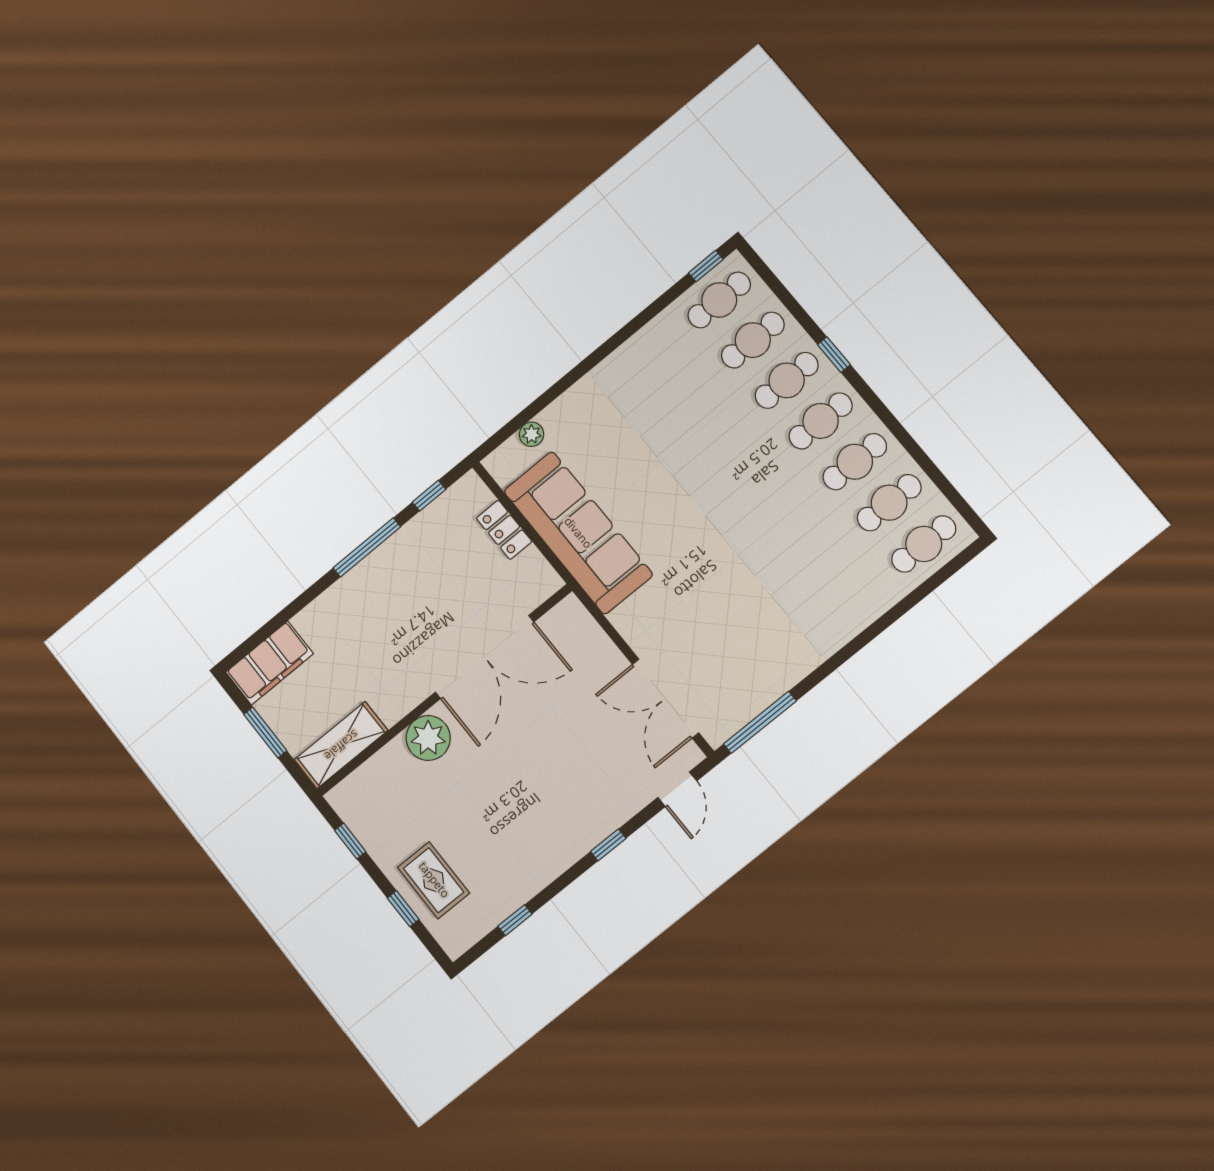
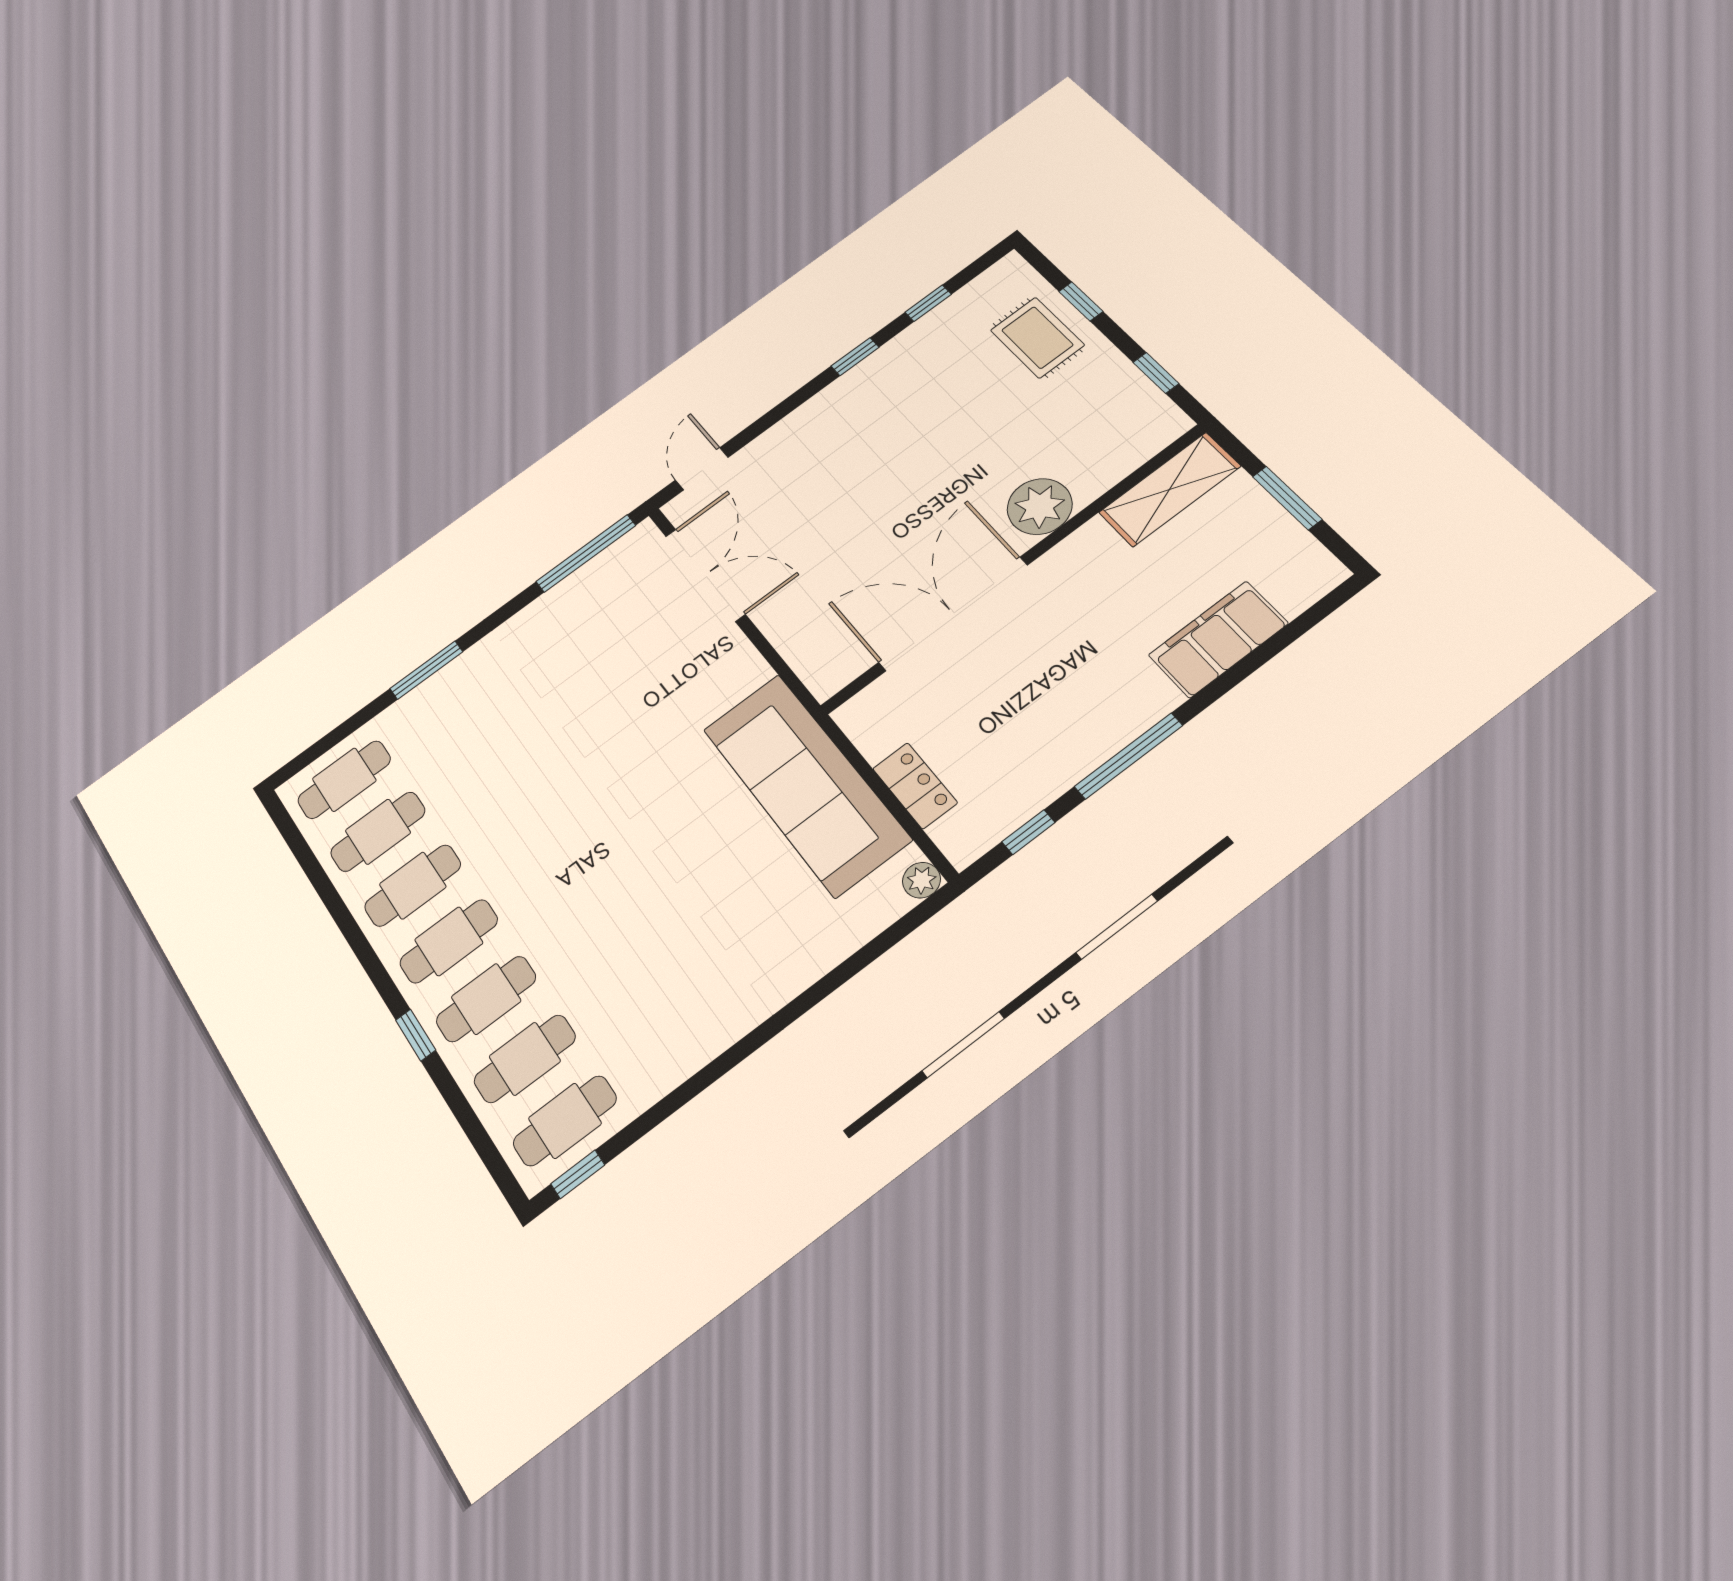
plant: (532, 434) -> (921, 880), moved
window: (873, 631) -> (426, 670), added
filing cabinet: (269, 663) -> (1218, 639), moved
window: (608, 845) -> (855, 357), moved

